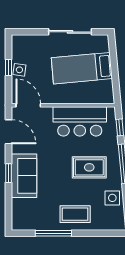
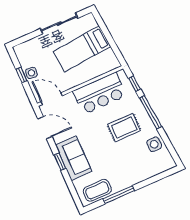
coffee table: (75, 214) -> (97, 190), moved

